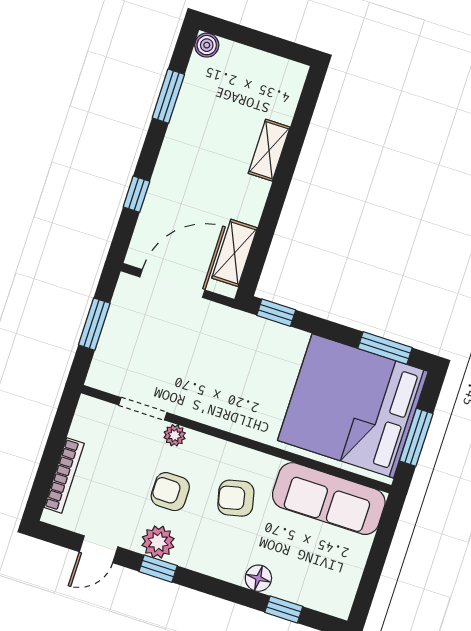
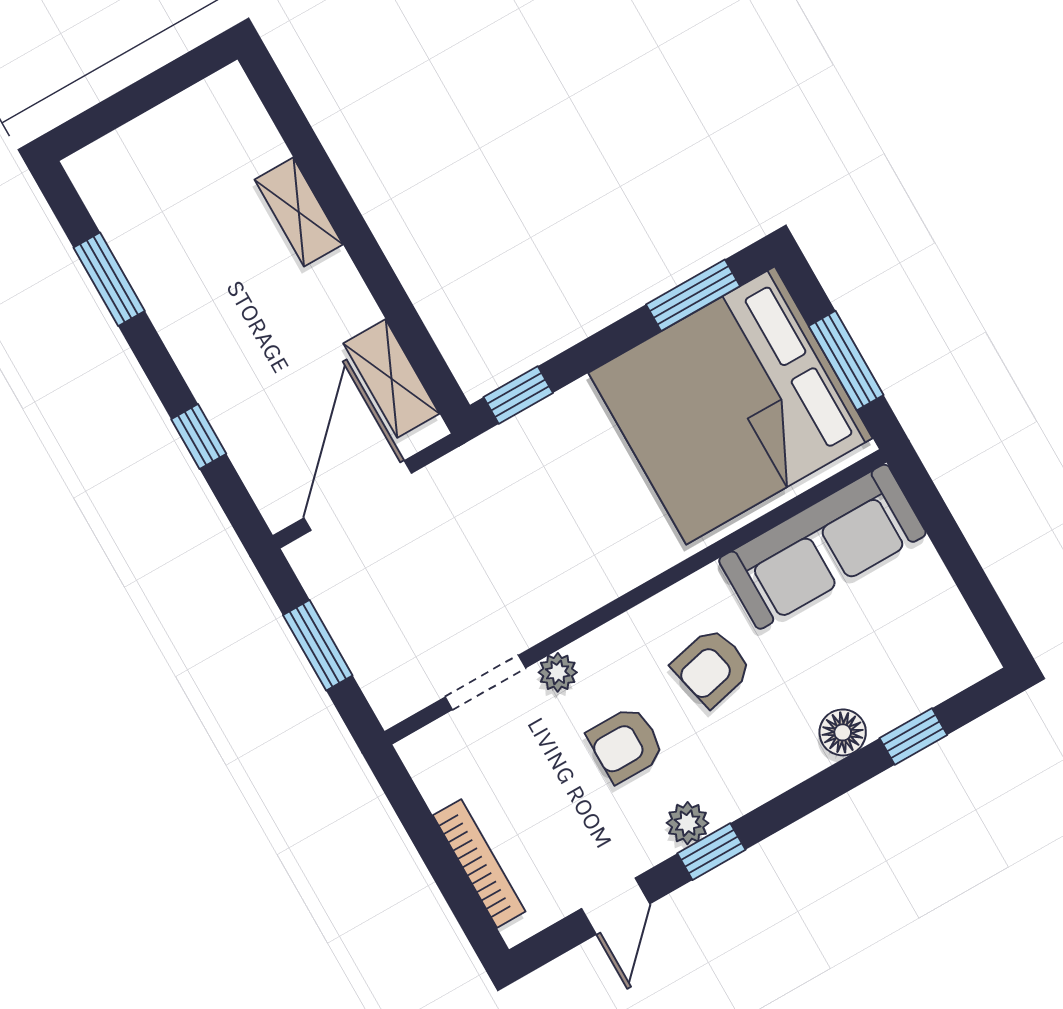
boiler: (207, 45) -> (88, 169), removed
plant: (158, 542) -> (688, 823), width x0.73, depth x0.73

